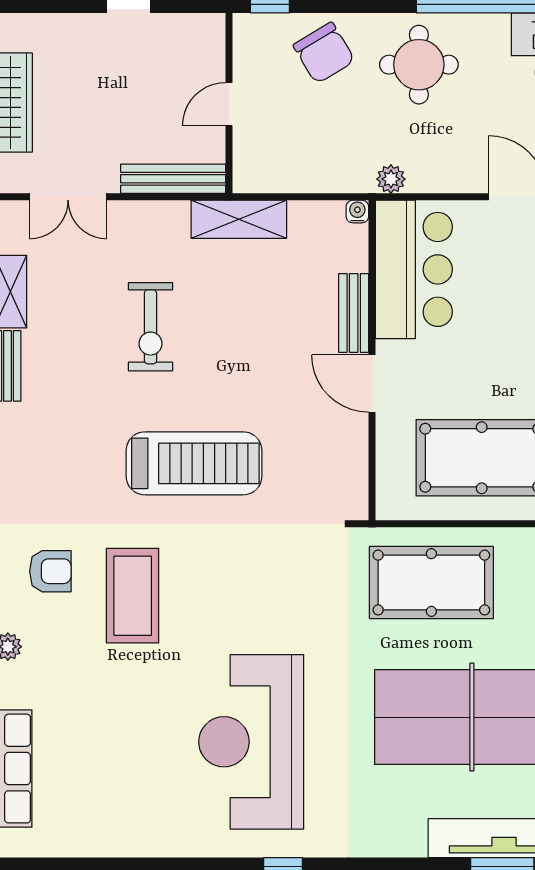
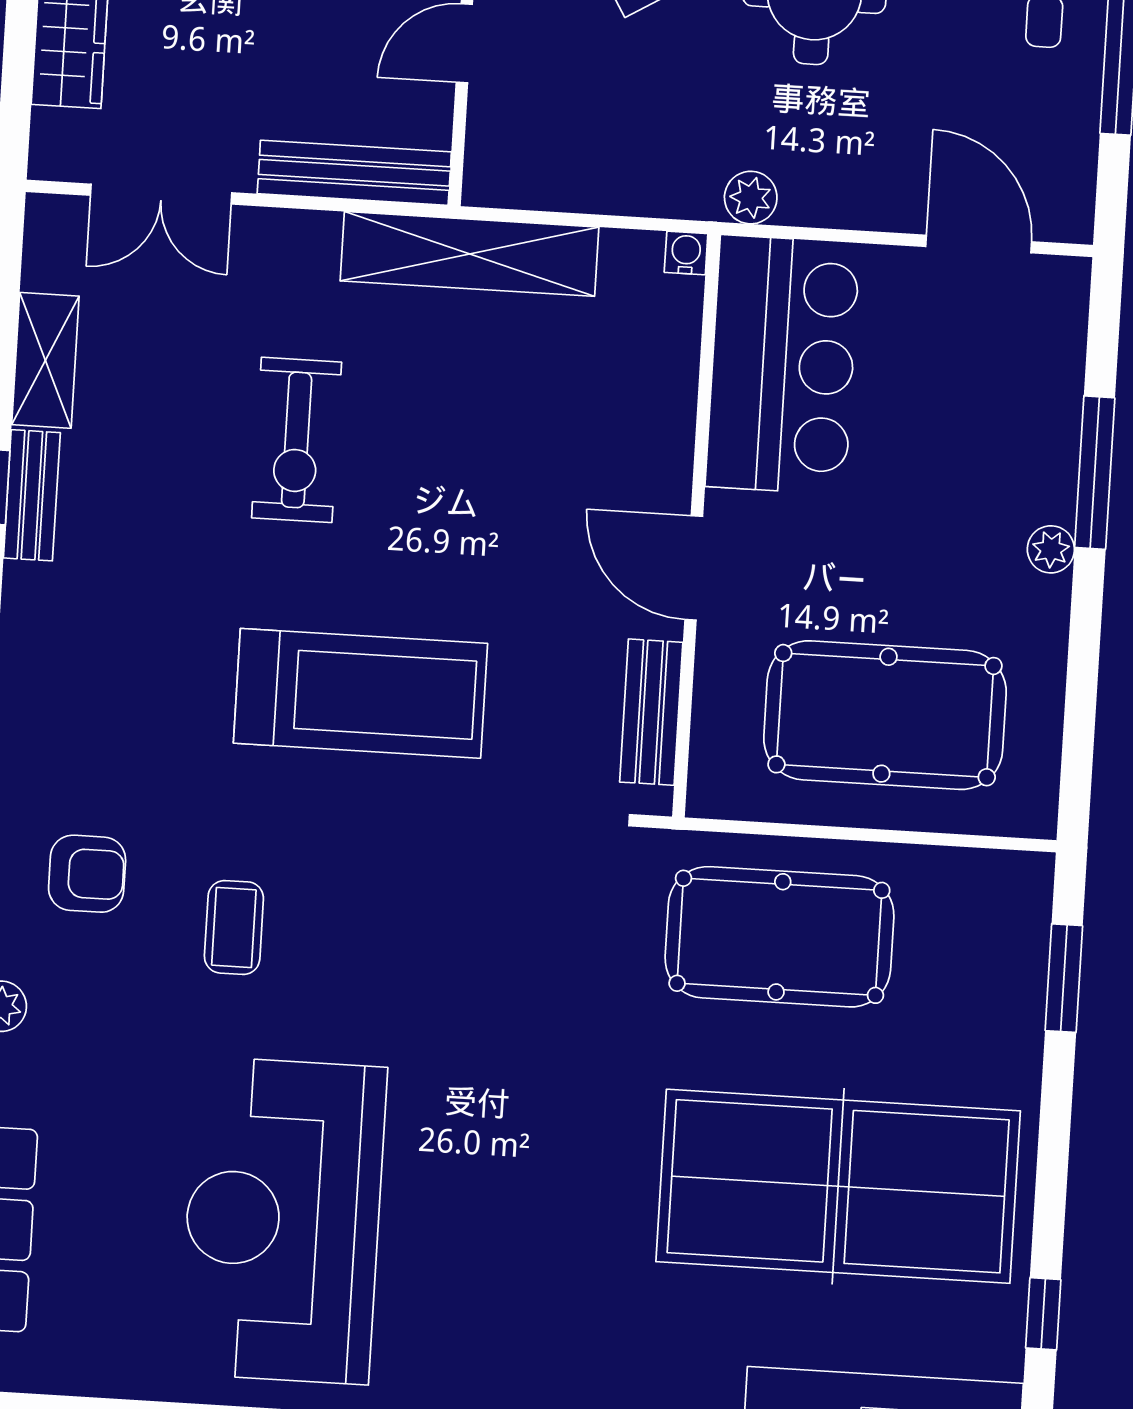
shelving: (239, 219) -> (469, 254), width x1.47
bench: (354, 313) -> (651, 712), moved
coffee table: (133, 596) -> (234, 927), width x0.54, depth x0.58
reception desk: (251, 742) -> (283, 1220), moved

